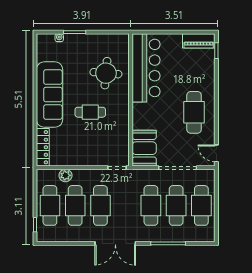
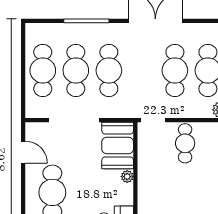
cafe table: (90, 112) -> (185, 143), moved, turned 90
plant: (137, 124) -> (127, 177), added
door: (216, 153) -> (23, 152), moved

